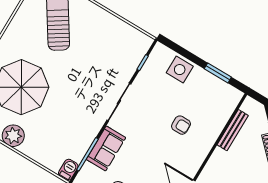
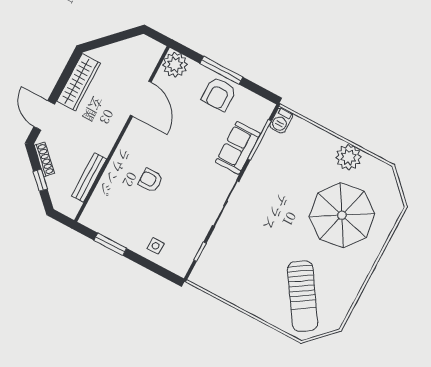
side table: (180, 70) -> (156, 246), width x0.54, depth x0.54

